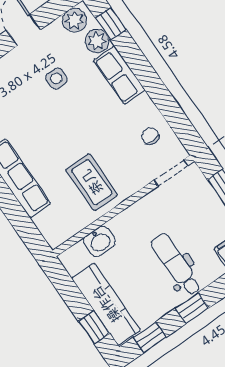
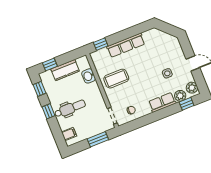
window: (28, 231) -> (101, 44), added
kitchen counter: (106, 304) -> (65, 70), width x0.67

